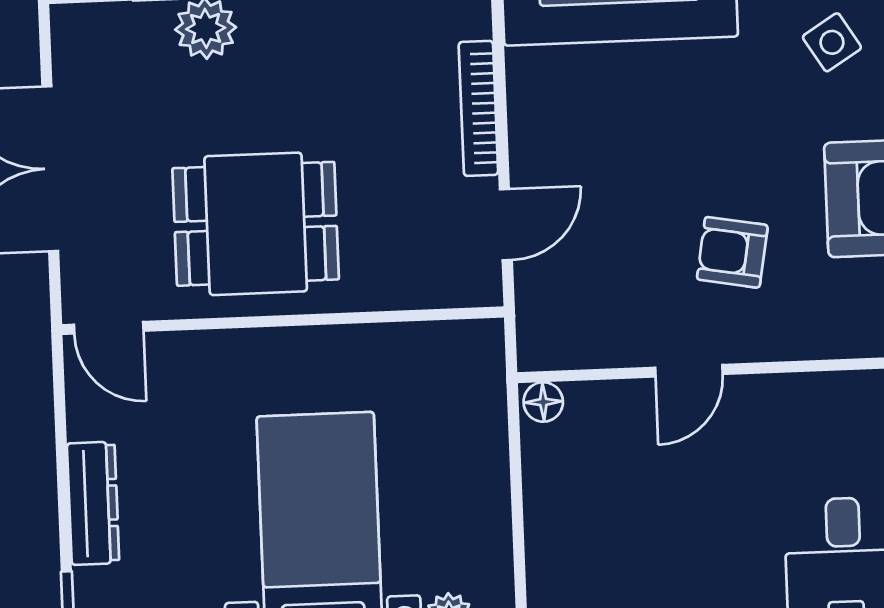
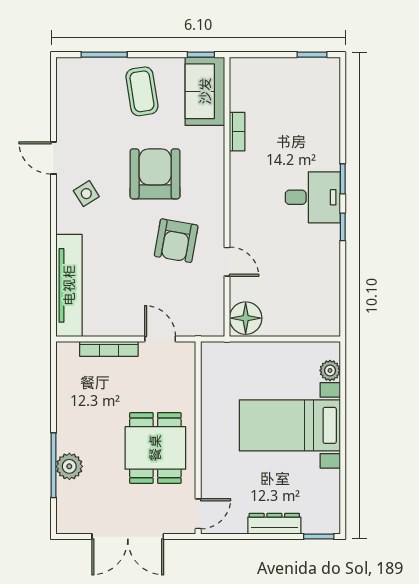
armchair: (732, 252) -> (176, 241), width x1.38, depth x1.38
floor lamp: (543, 402) -> (246, 318), width x1.89, depth x1.89

